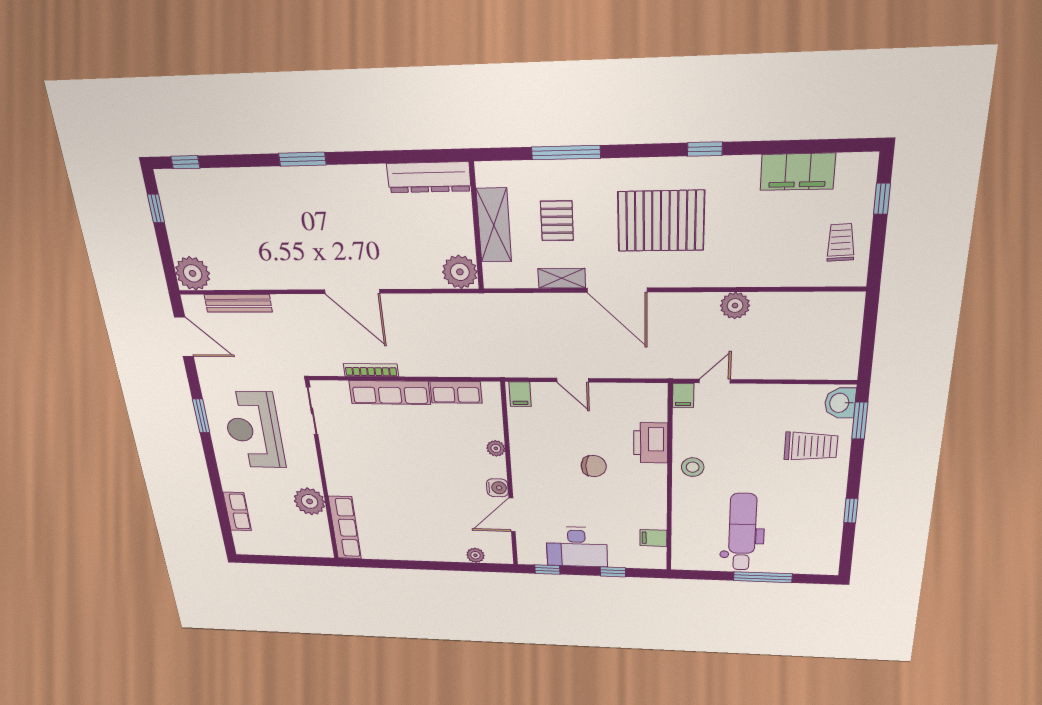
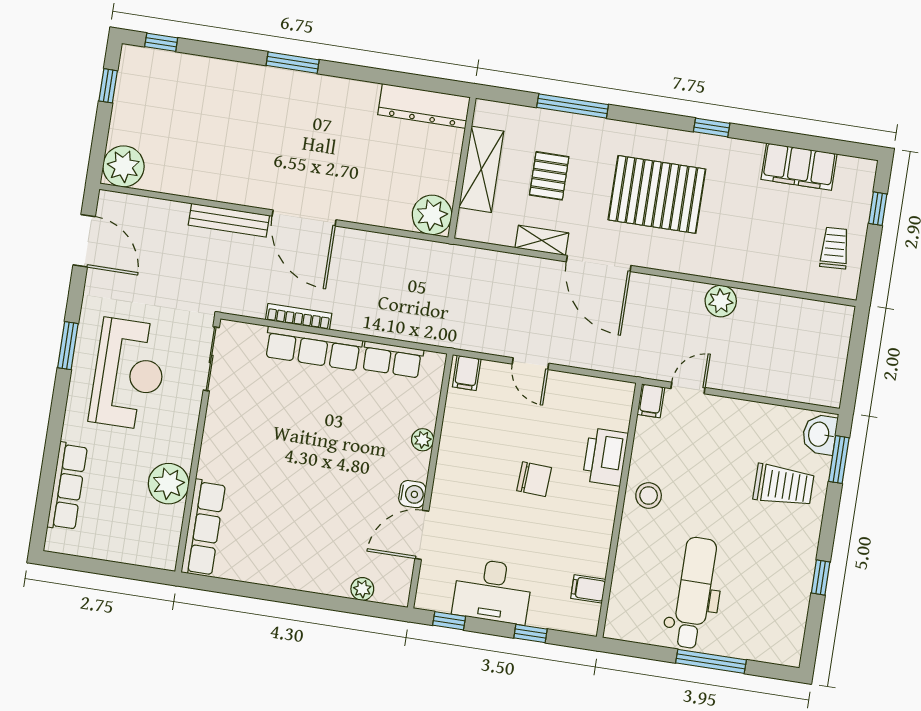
bench: (238, 303) -> (229, 220), moved
reception desk: (254, 430) -> (129, 374), turned 180
row of seats: (237, 511) -> (67, 486), width x1.48

